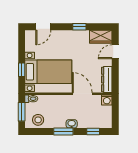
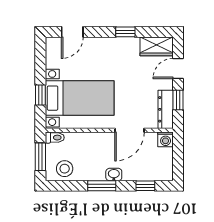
window: (115, 73) -> (178, 100), added
door: (82, 94) -> (129, 130), swing flipped

